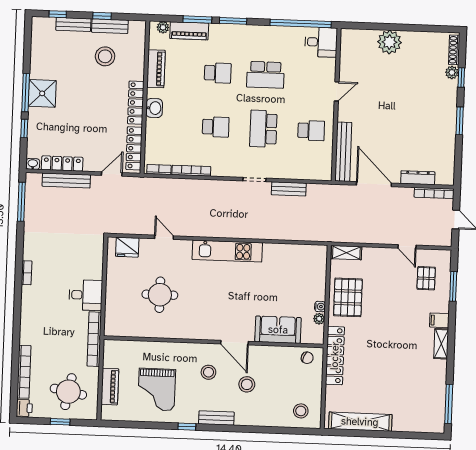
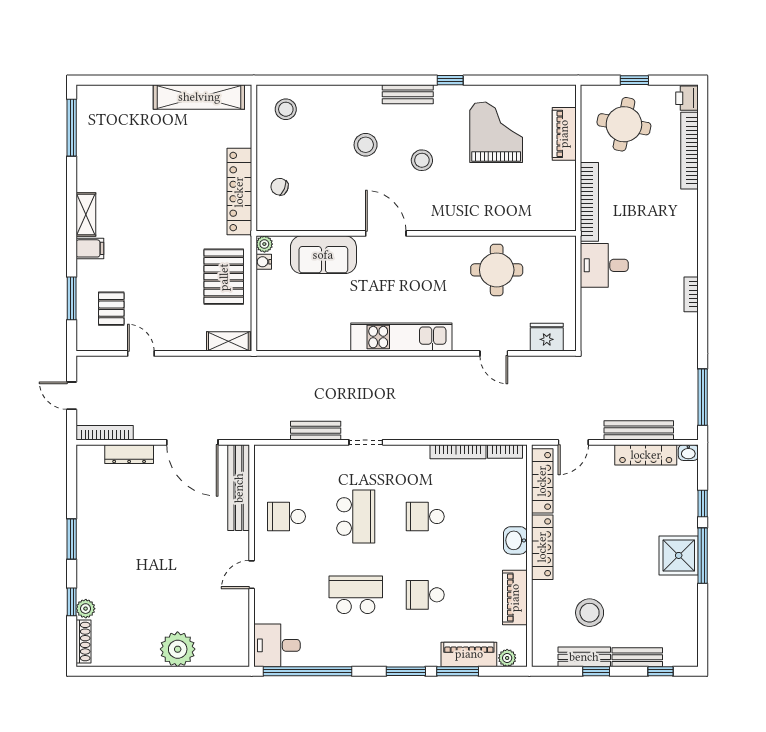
sofa: (278, 330) -> (323, 255), moved
wall: (214, 342) -> (416, 233), moved
door: (234, 343) -> (386, 233), moved

